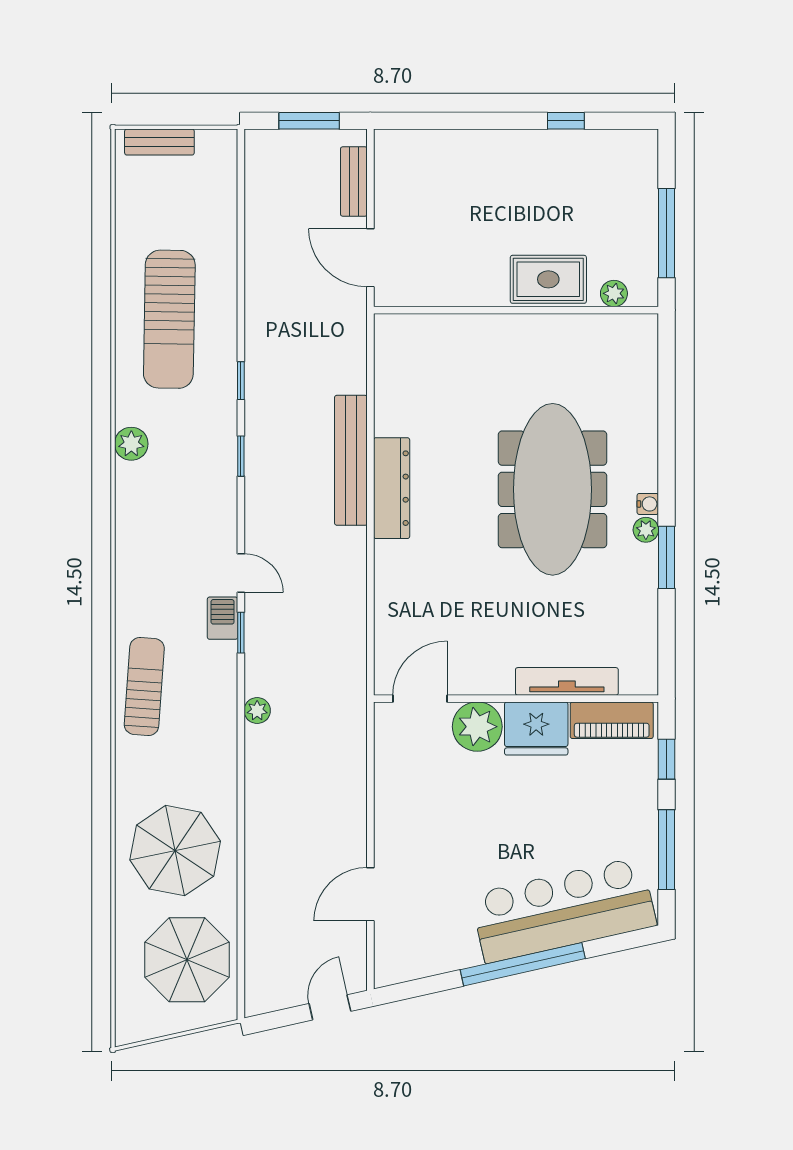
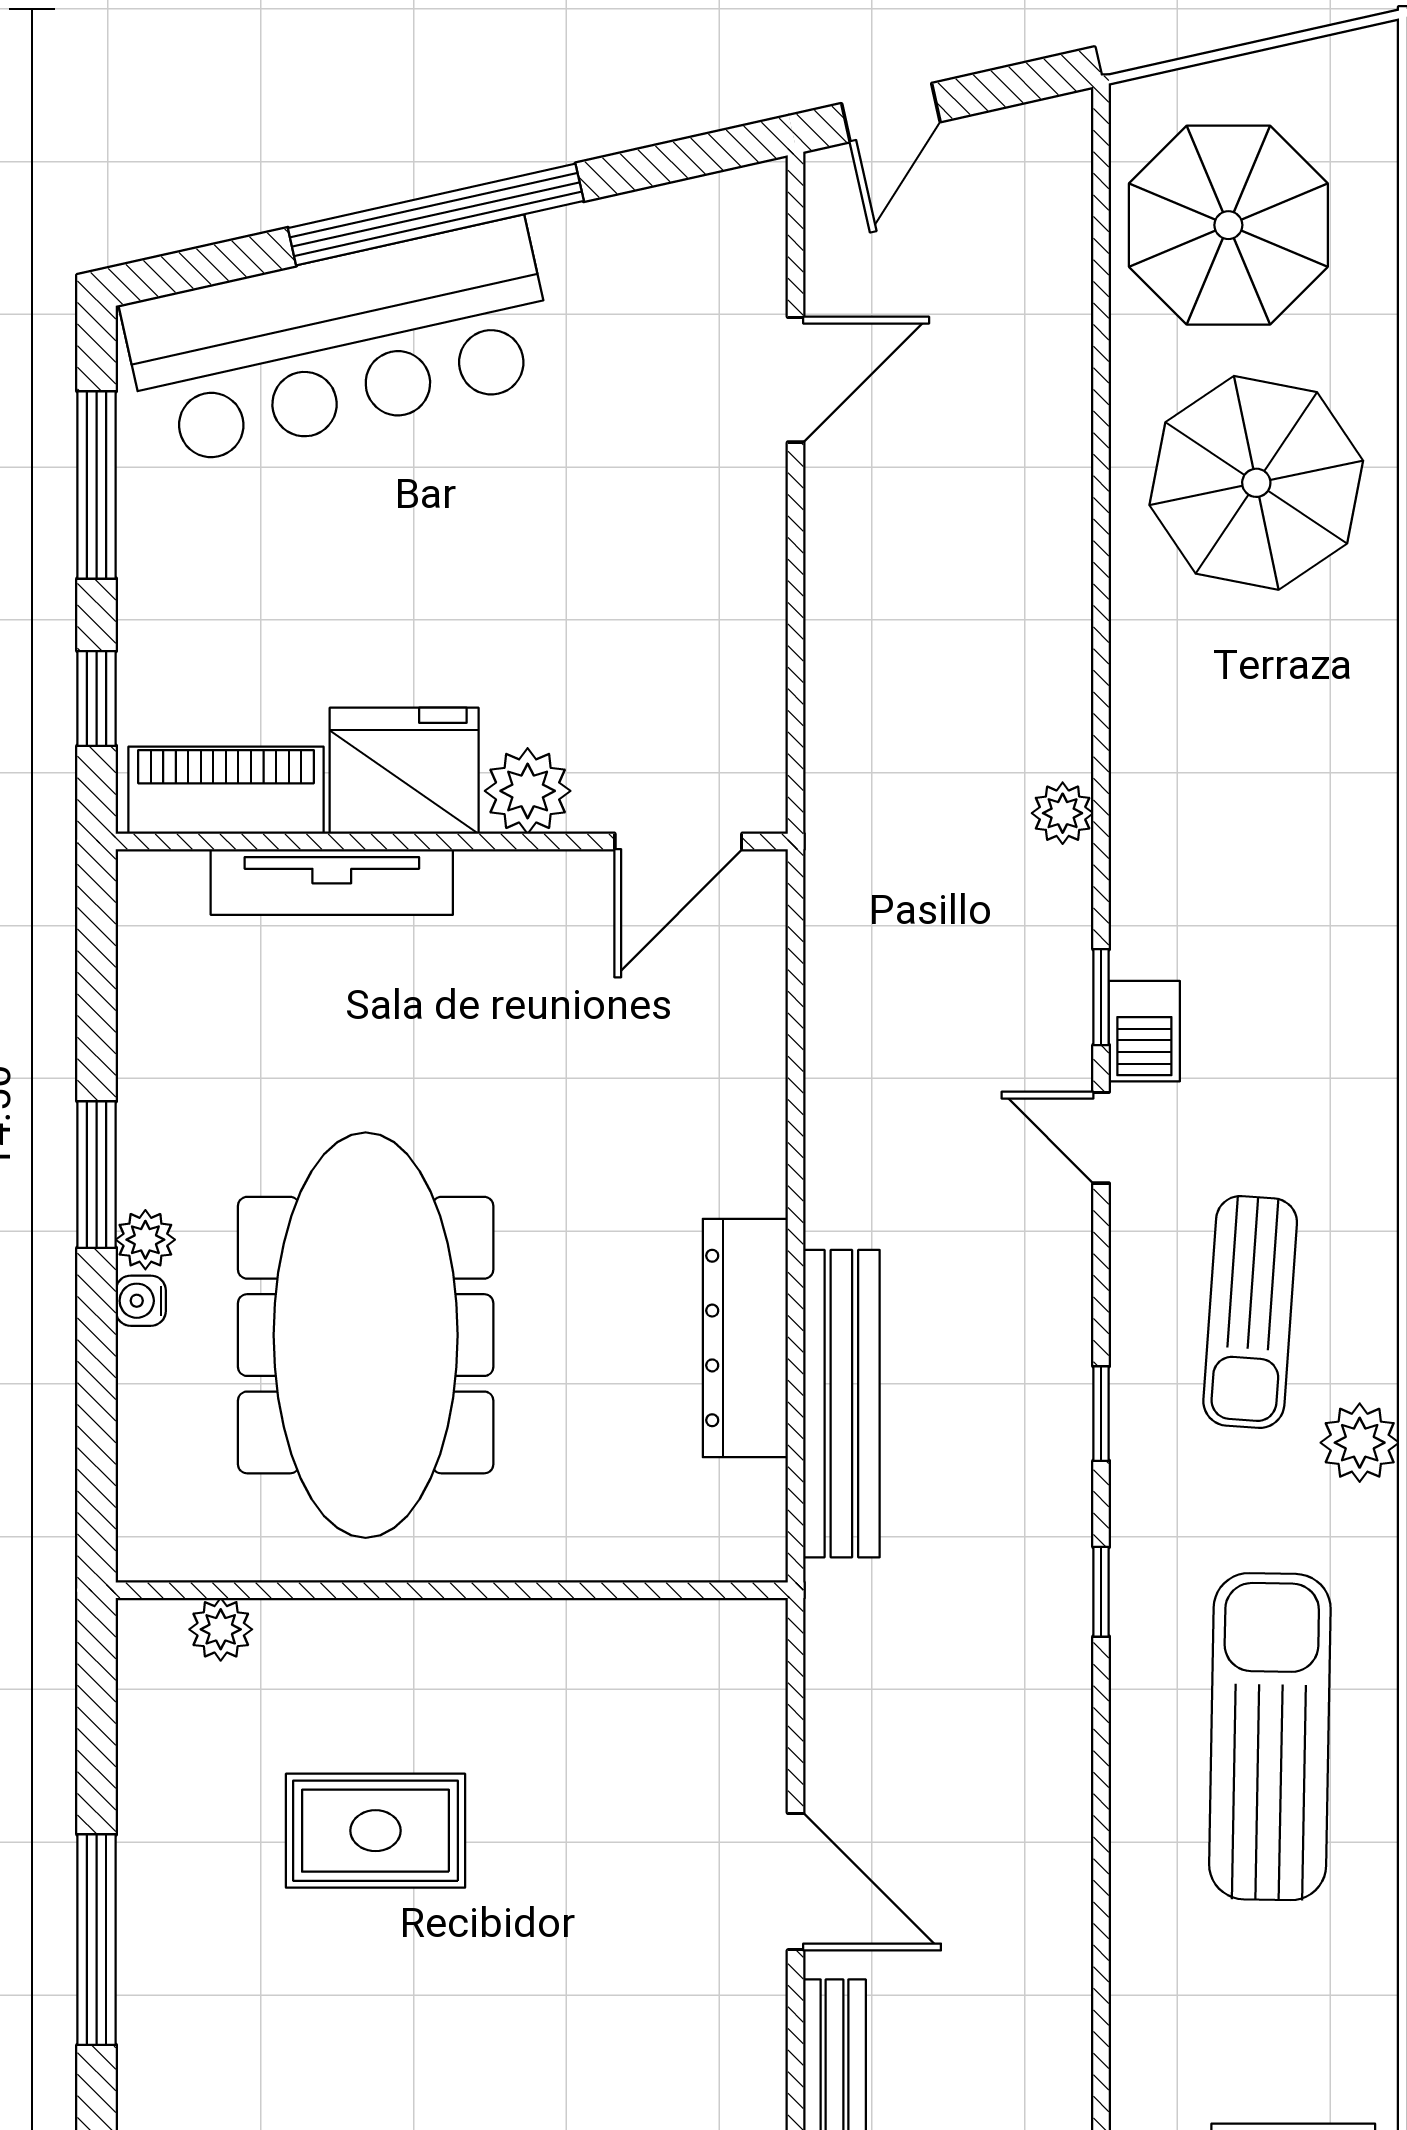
plant: (614, 293) -> (221, 1629), moved
wall: (516, 310) -> (452, 1590), moved
sun lounger: (144, 686) -> (1250, 1312), moved
plant: (477, 727) -> (528, 791), width x0.73, depth x0.73

